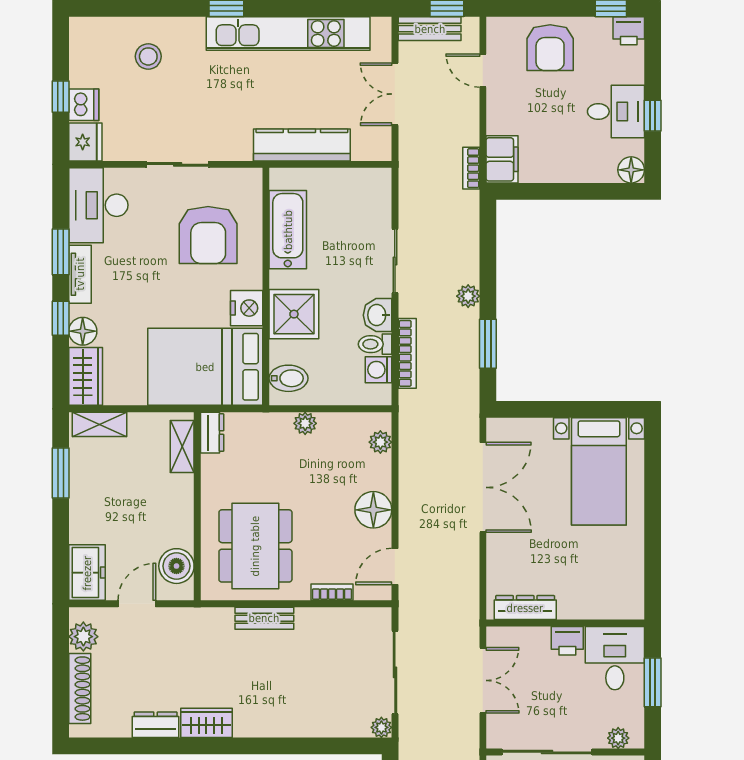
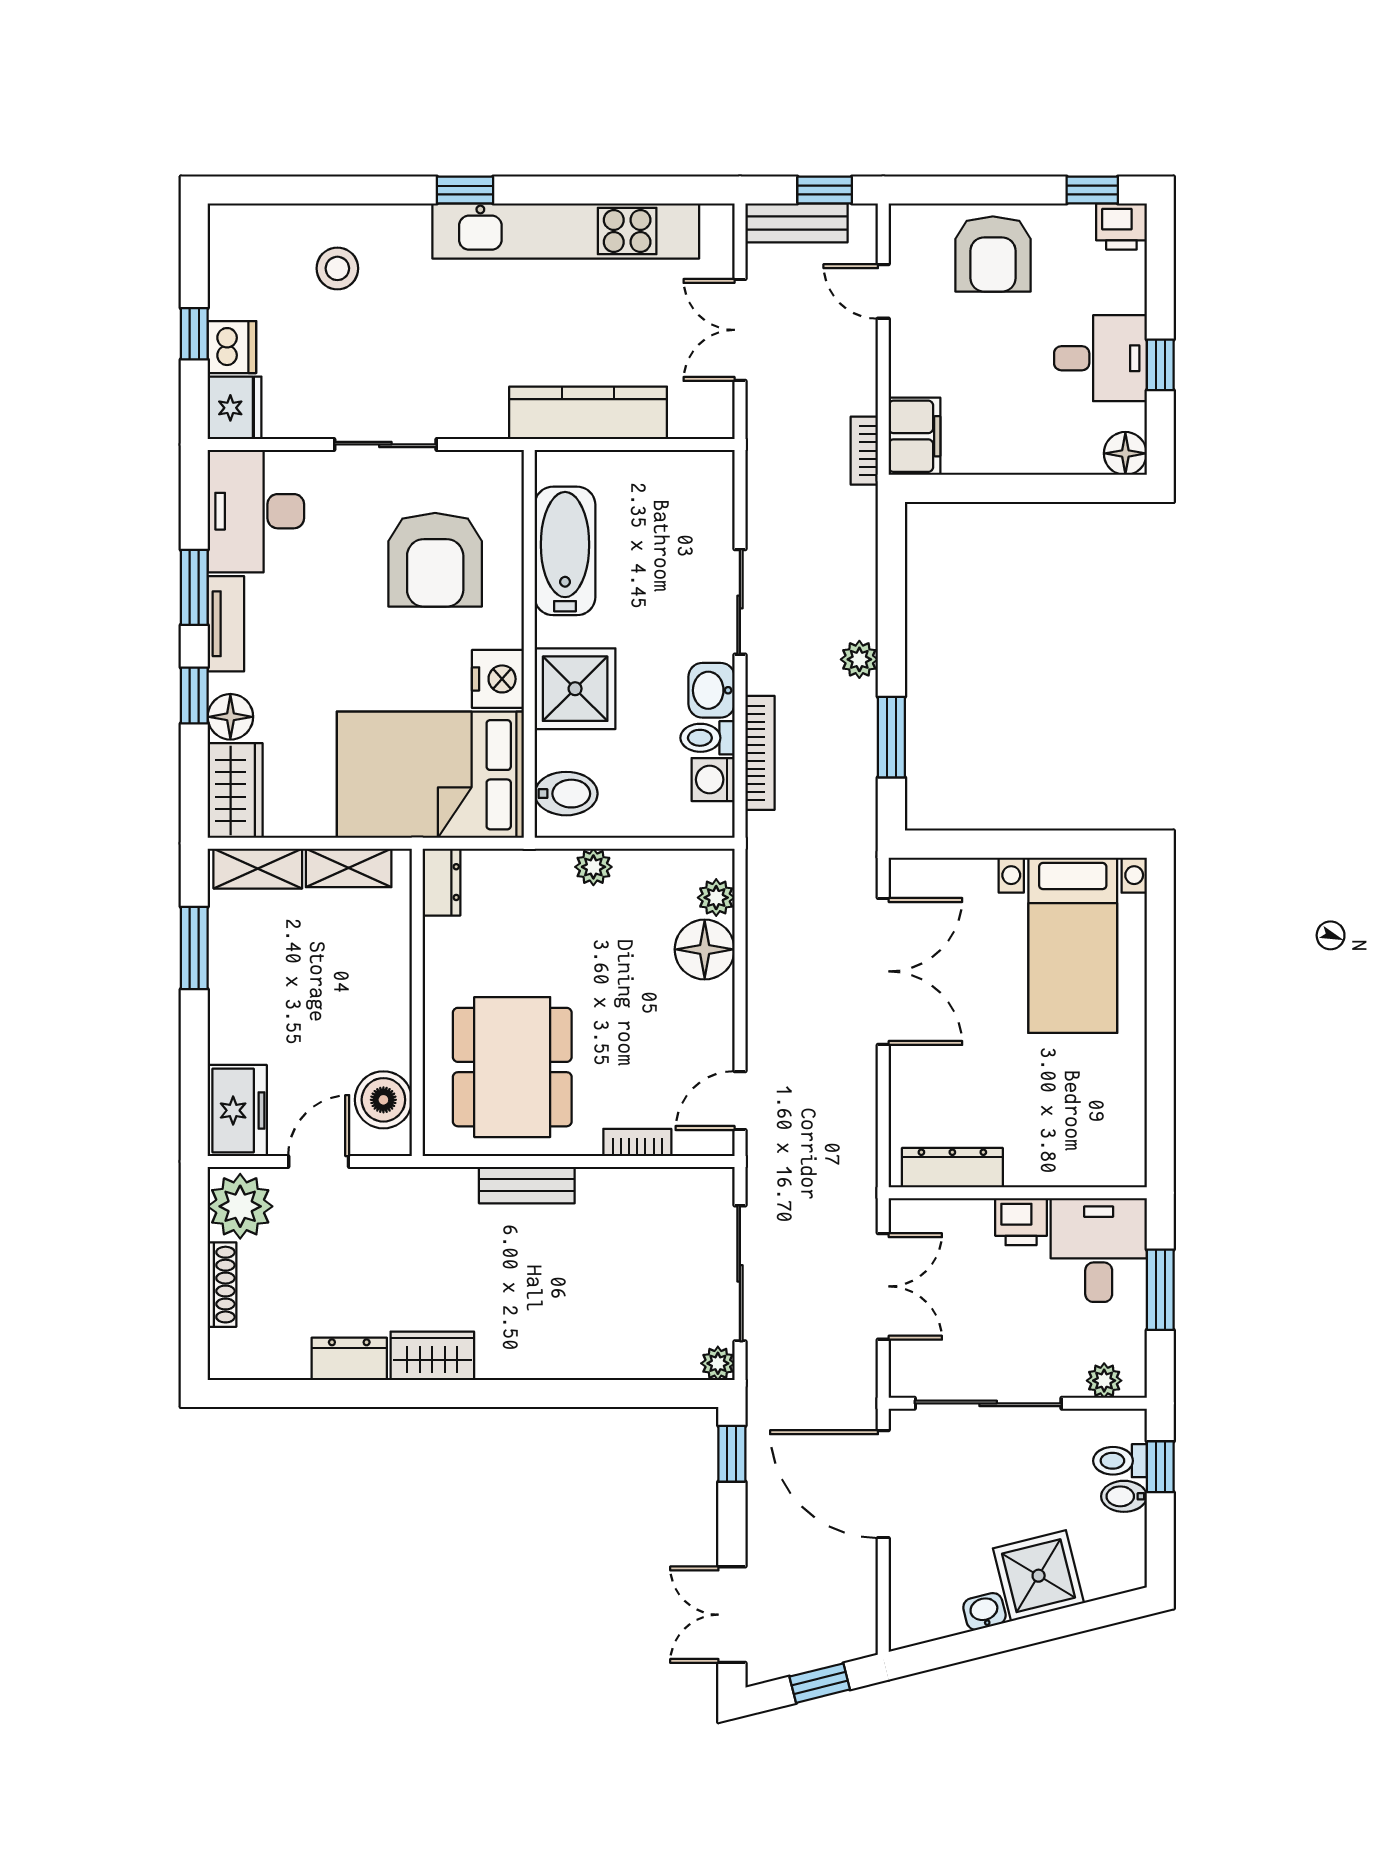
shelving: (182, 446) -> (349, 868), moved, turned 90
floor lamp: (373, 510) -> (705, 949), moved
plant: (83, 637) -> (240, 1206), width x1.36, depth x1.36
shoe rack: (80, 689) -> (222, 1285), width x0.74, depth x0.81

